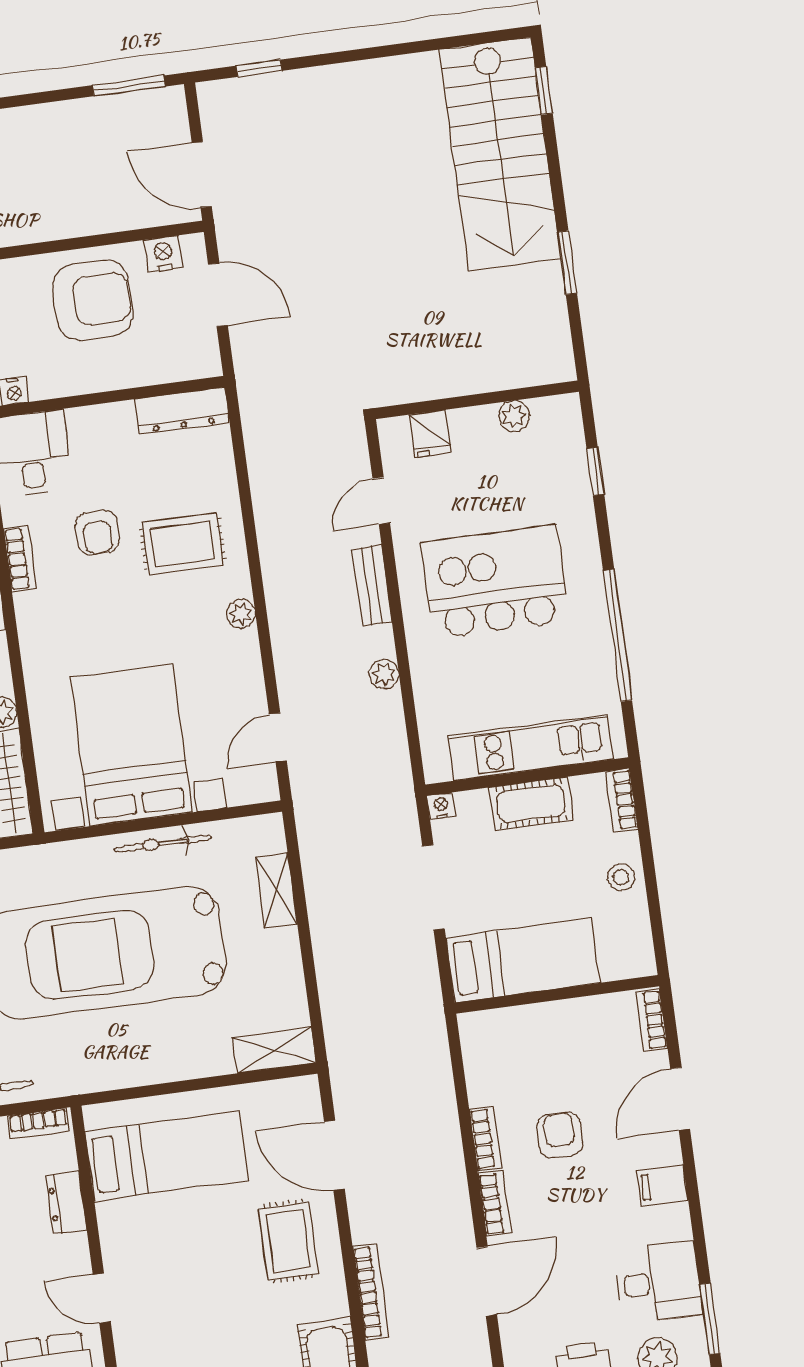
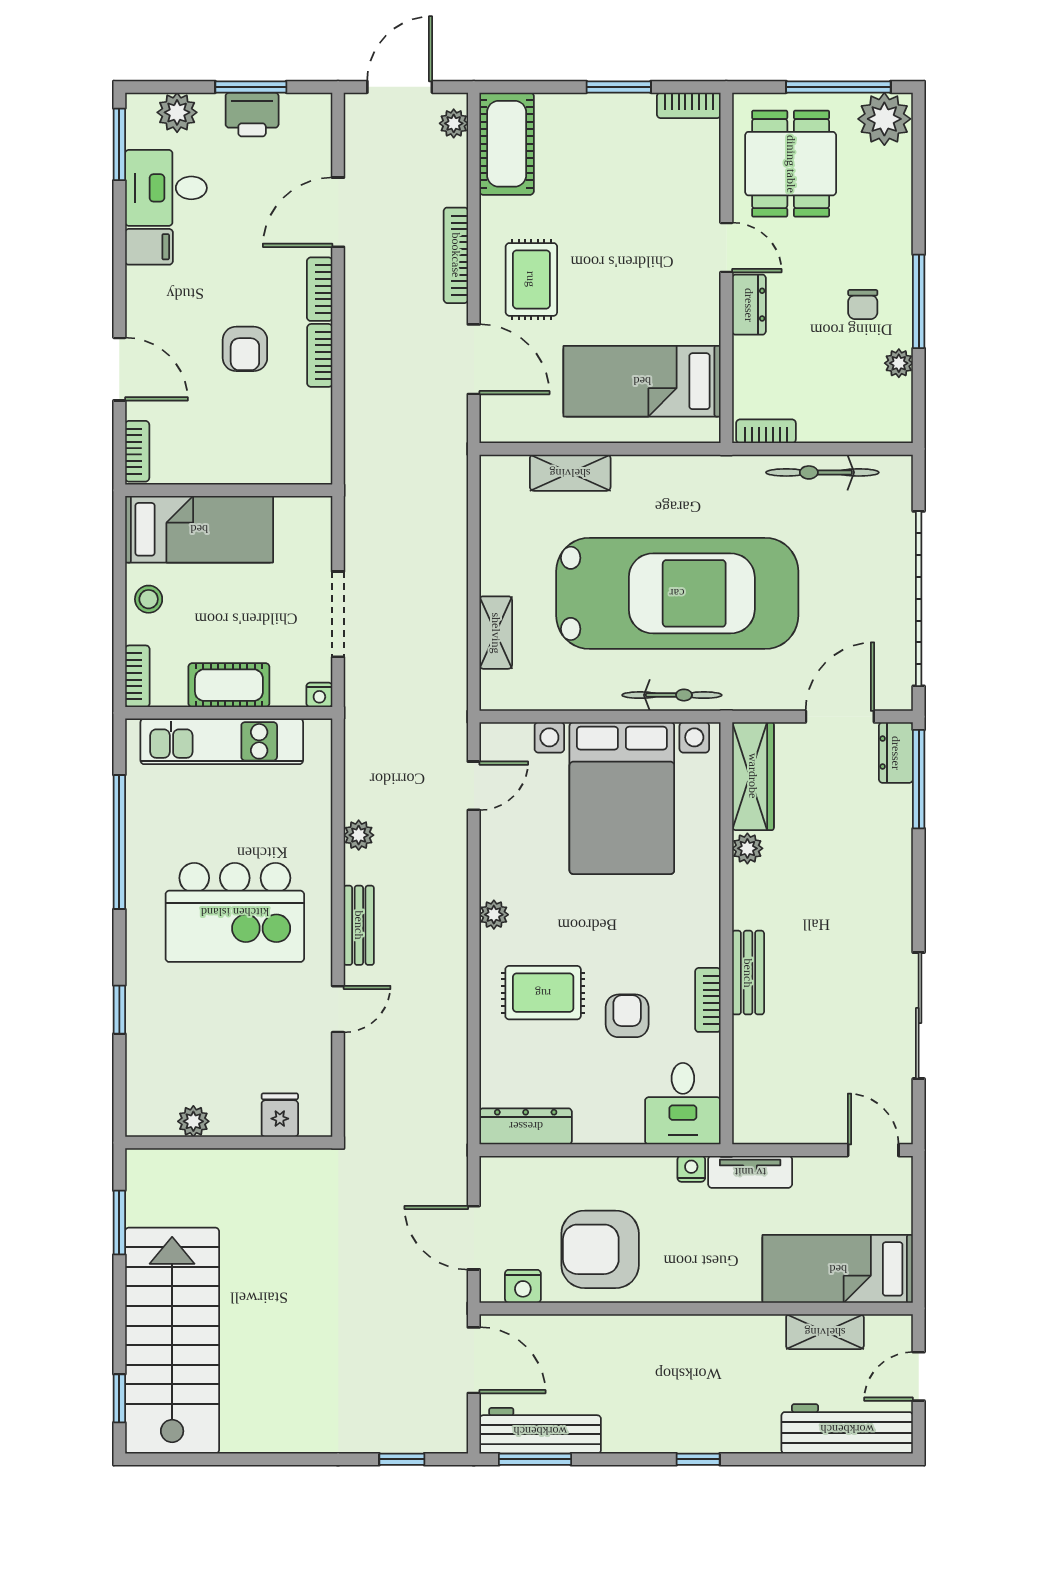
workbench: (127, 114) -> (540, 1431), added
wall: (477, 400) -> (229, 1143), moved
plant: (514, 416) -> (193, 1121), moved
fridge: (430, 433) -> (280, 1115), moved
bicycle: (163, 843) -> (672, 695), moved
bed: (523, 960) -> (199, 529), moved, turned 180
shelving: (274, 1050) -> (570, 473), moved
door: (680, 1099) -> (119, 369), hinge flipped
filing cabinet: (662, 1185) -> (149, 247), moved
dresser: (66, 1203) -> (749, 305), moved
bookcase: (371, 1292) -> (456, 255), moved

